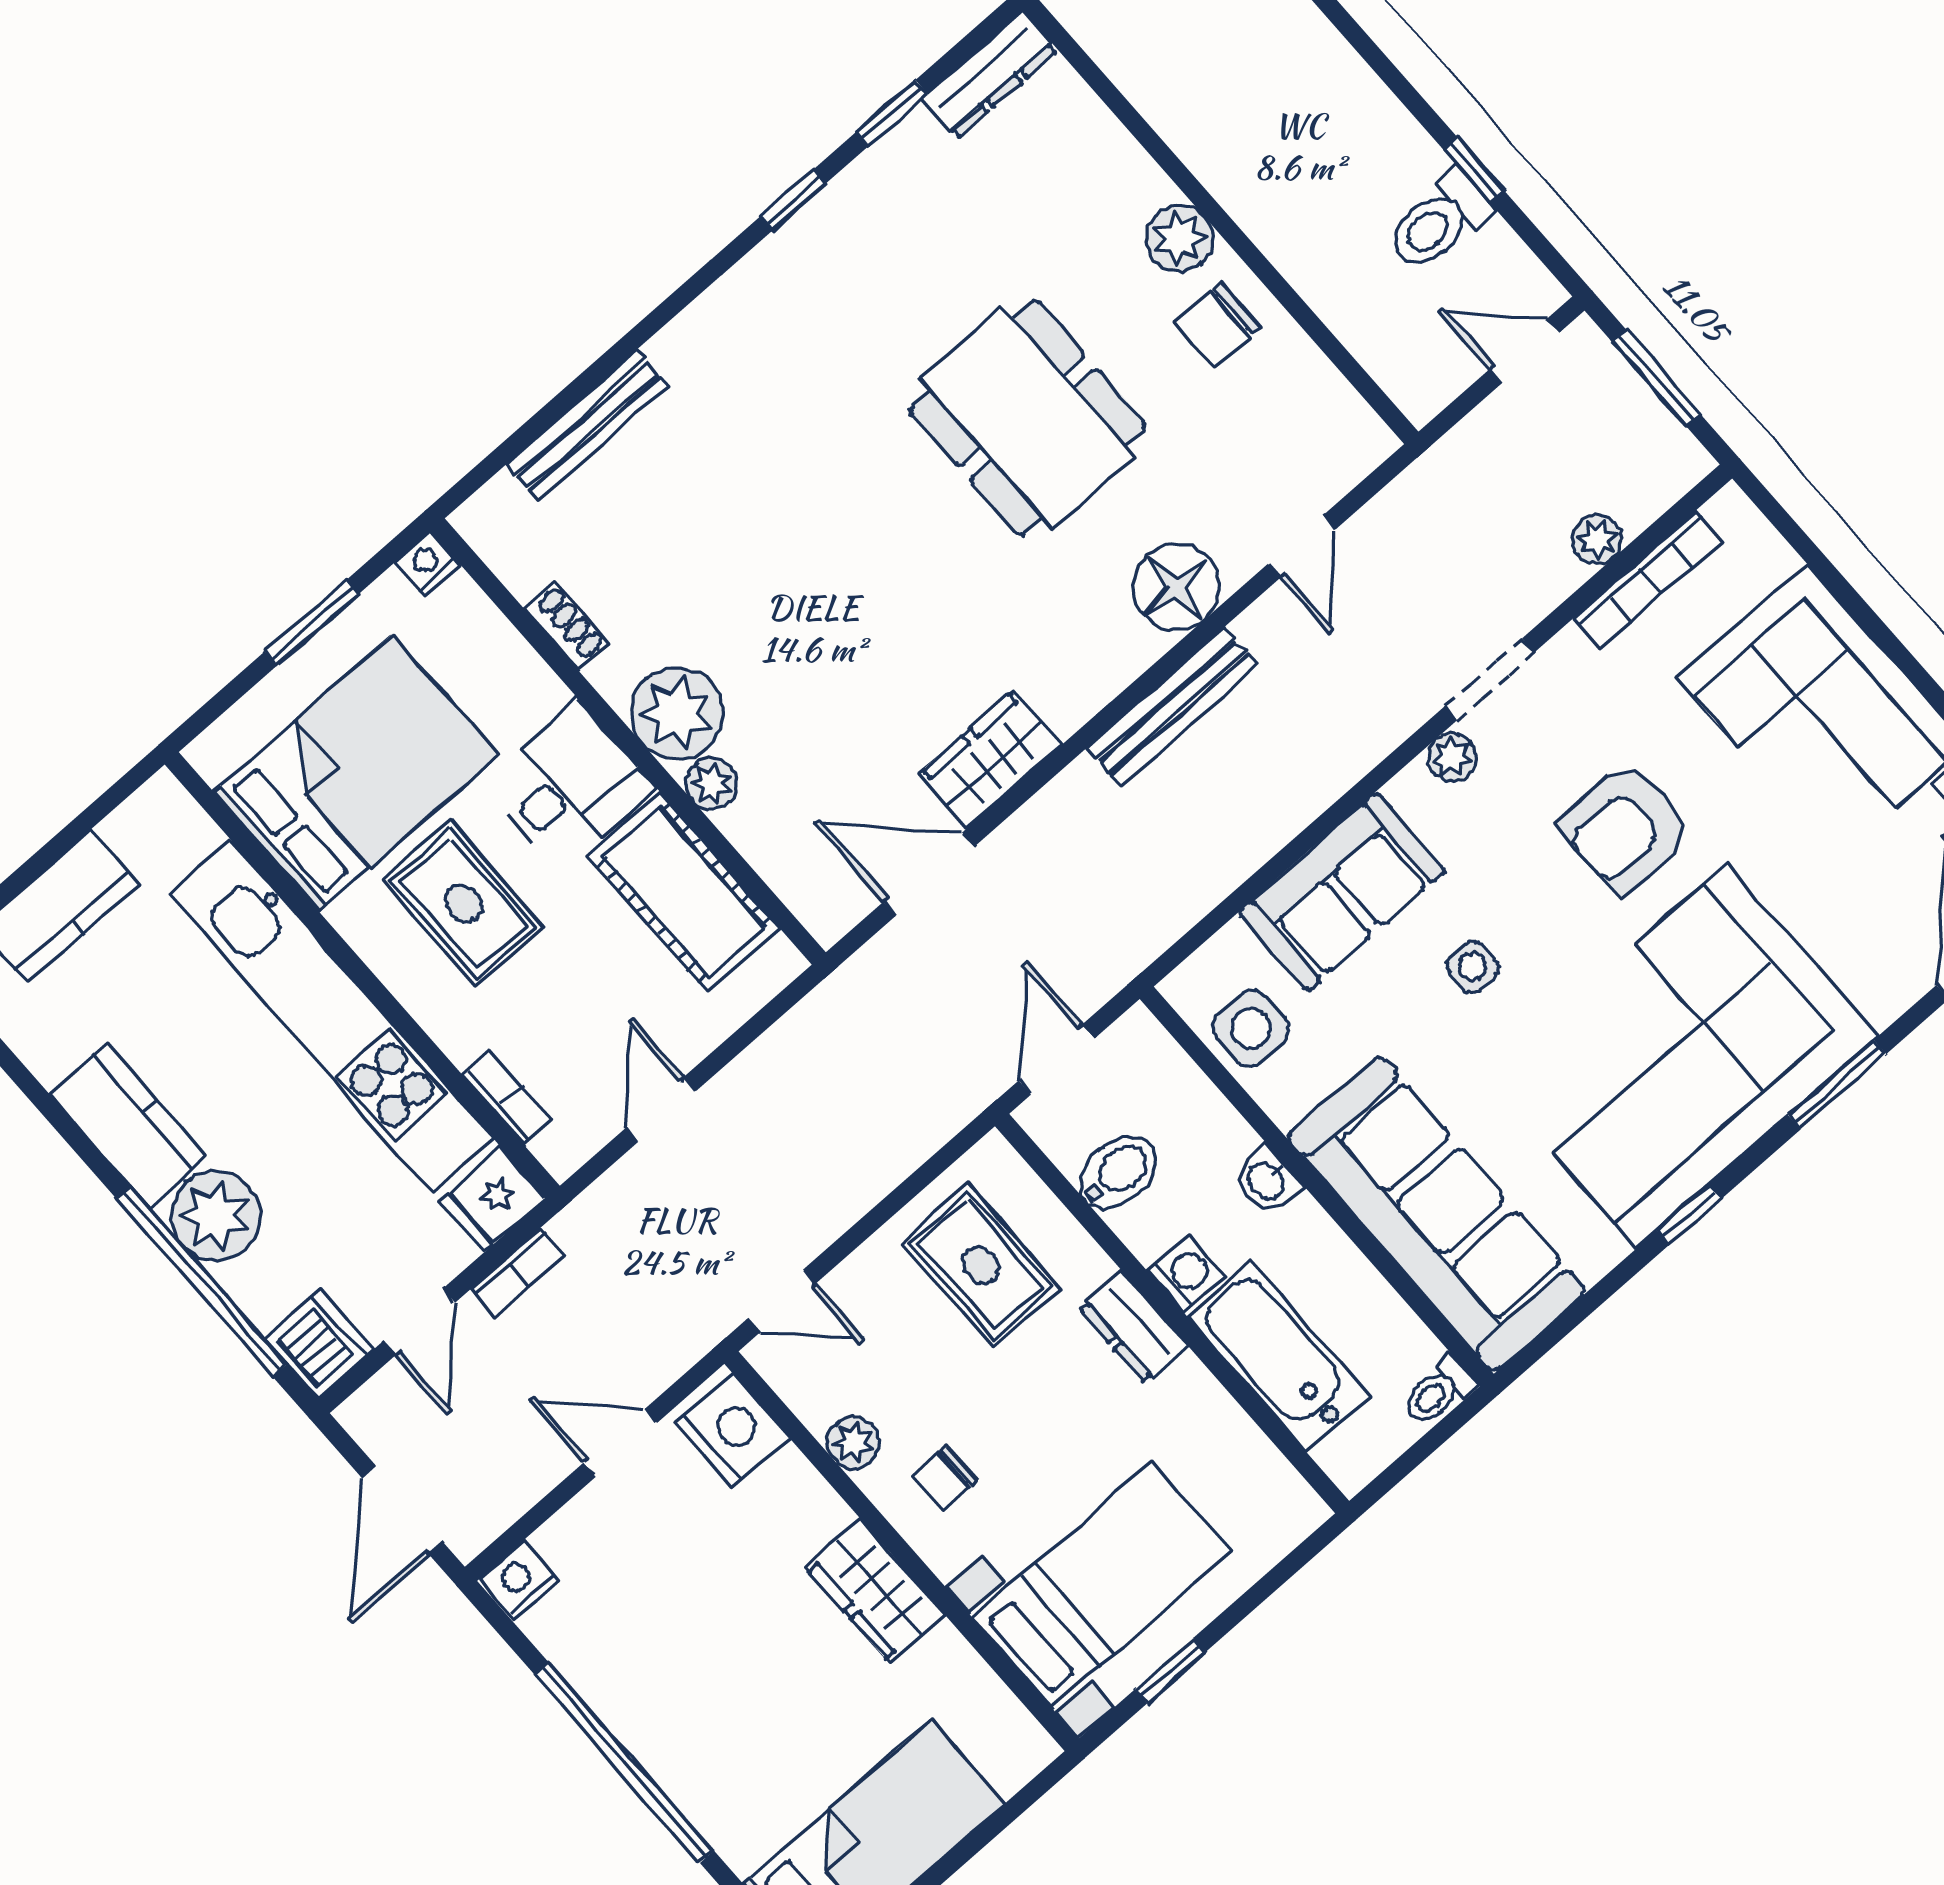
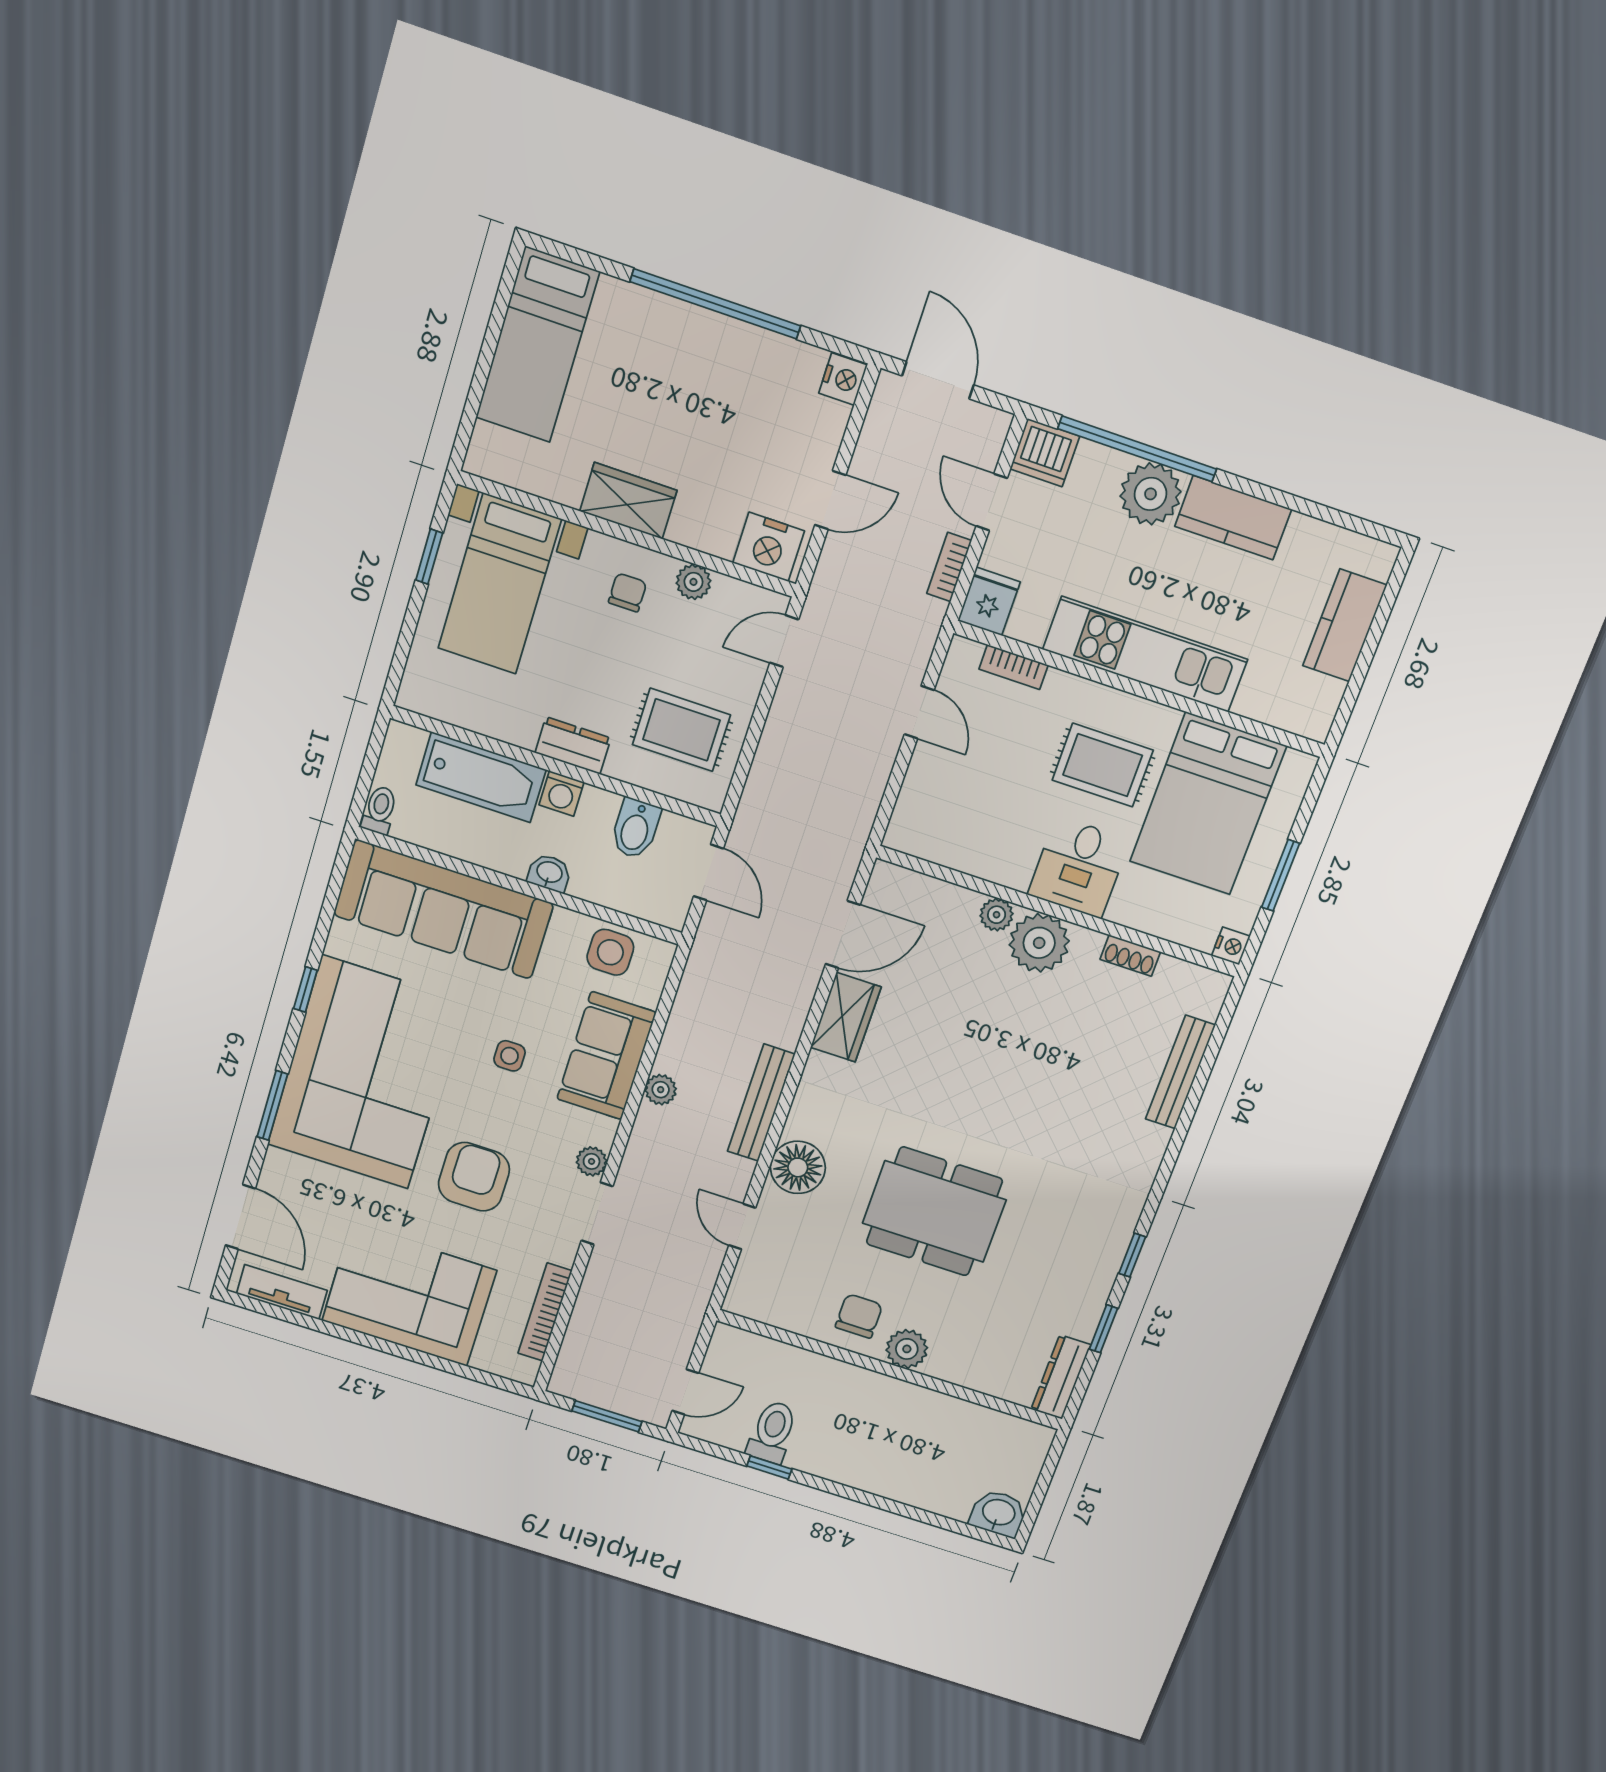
plant: (1597, 539) -> (661, 1090), moved
cot: (684, 892) -> (978, 845), removed
kitchen unit: (331, 1016) -> (1145, 654), width x0.73

